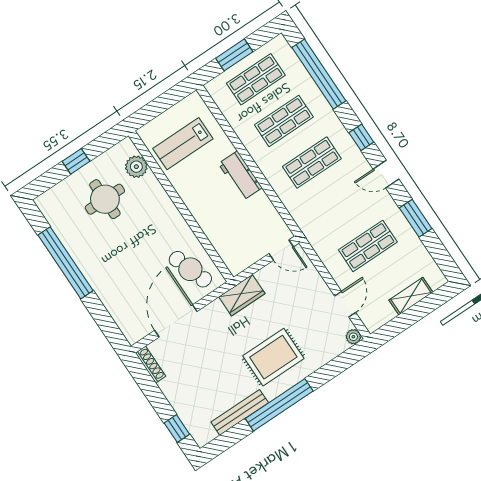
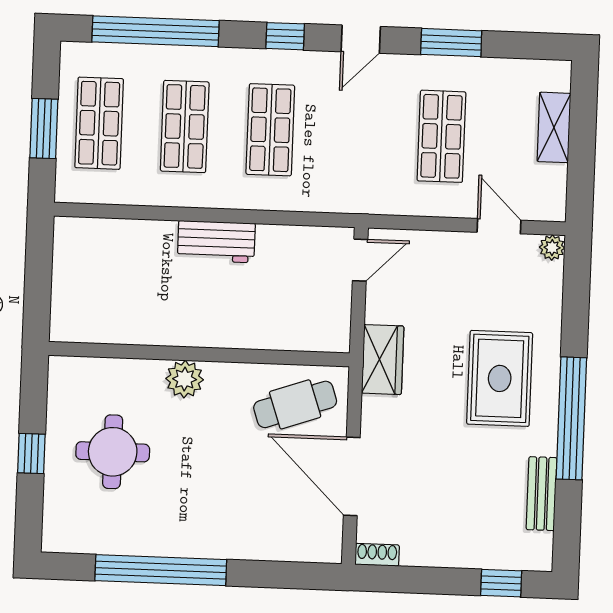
lab bench: (183, 144) -> (114, 289), removed
plant: (136, 167) -> (185, 379), moved
shoe rack: (151, 365) -> (377, 555), width x0.70
bench: (240, 412) -> (542, 494), width x0.73

